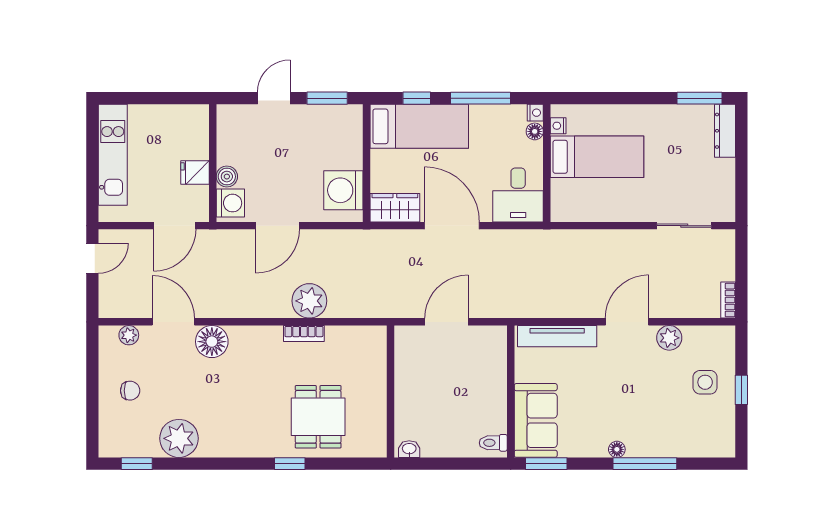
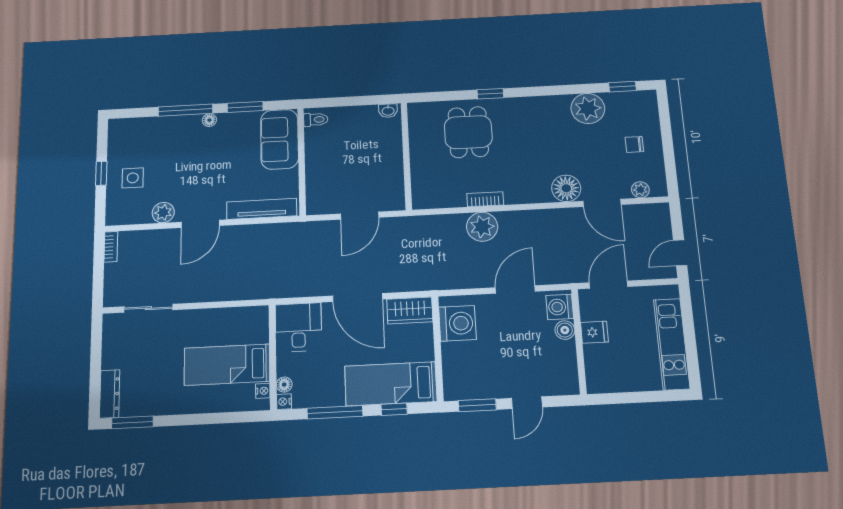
window: (546, 464) -> (245, 107), moved

